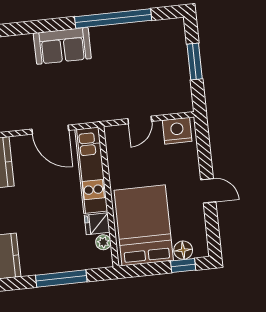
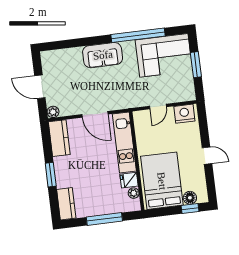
corner sofa: (149, 47) -> (164, 55), added

